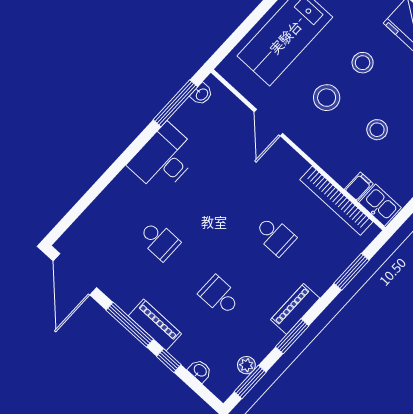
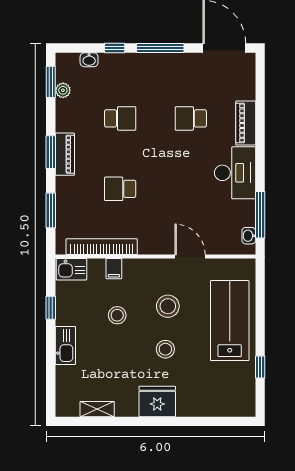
filing cabinet: (359, 187) -> (114, 269), moved
piano: (155, 325) -> (246, 123), moved, turned 90
window: (292, 336) -> (51, 152), moved

